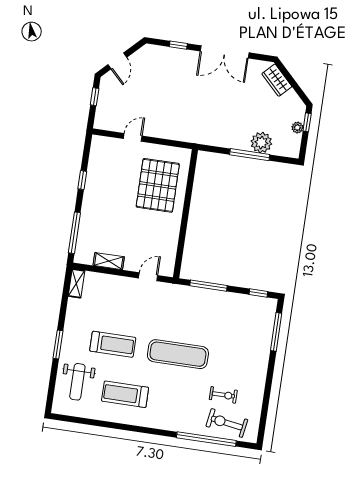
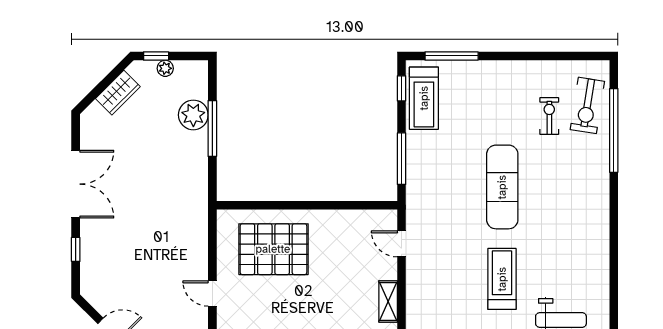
wardrobe: (277, 80) -> (118, 93), moved
treadmill: (125, 394) -> (424, 98), moved

